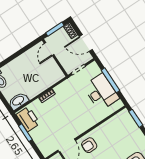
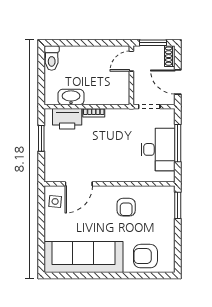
washbasin: (18, 101) -> (71, 97), moved
printer: (28, 119) -> (67, 119), moved, turned 90
armchair: (89, 145) -> (126, 207), moved, turned -90

